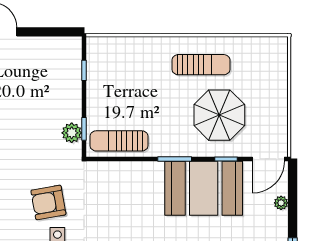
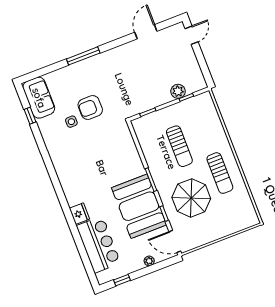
plant: (72, 133) -> (178, 91), moved
sun lounger: (119, 141) -> (179, 146), moved, turned 180
armchair: (48, 202) -> (90, 108), turned -80

